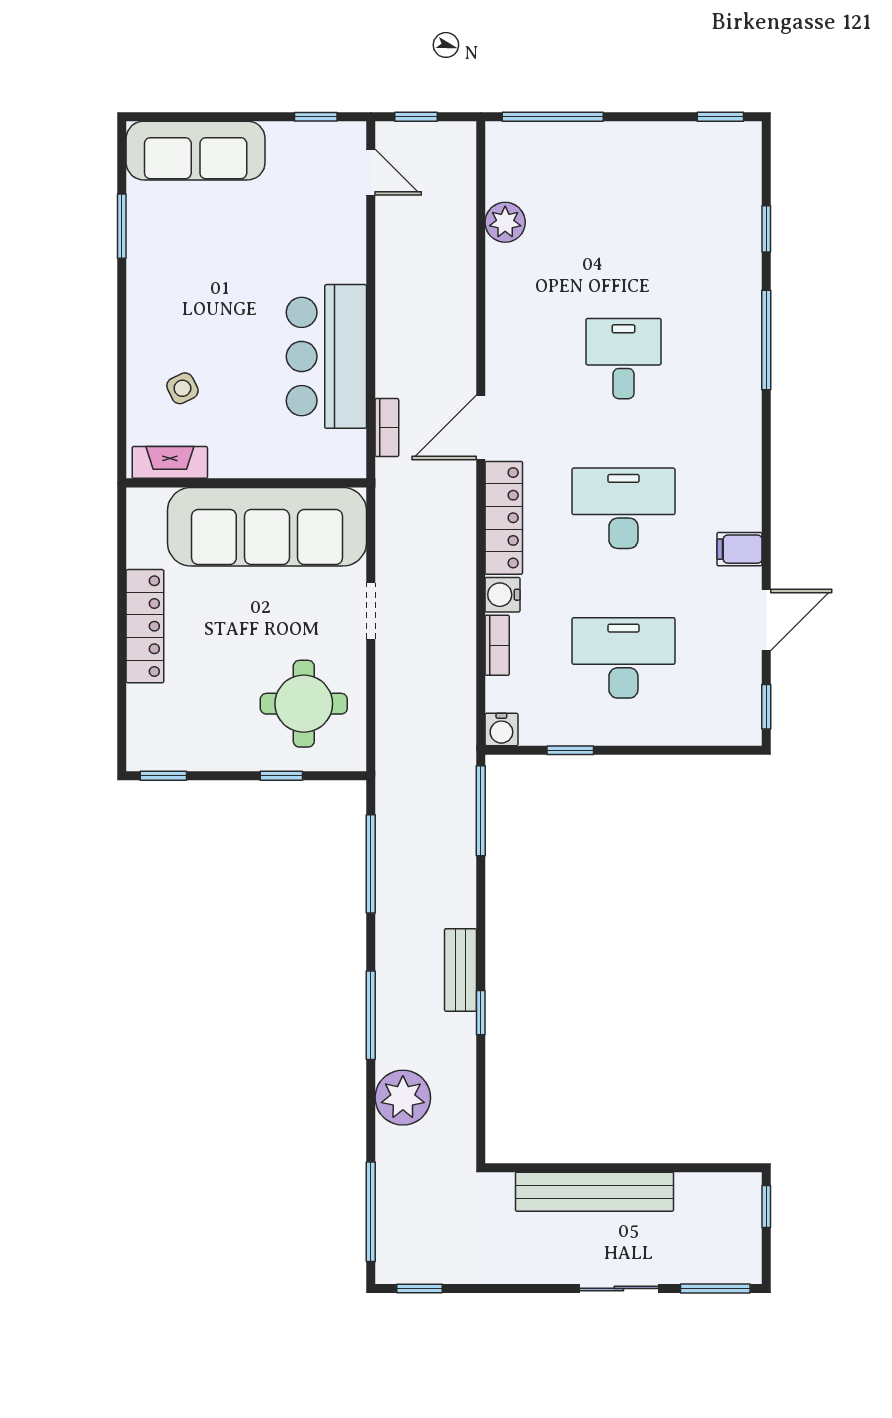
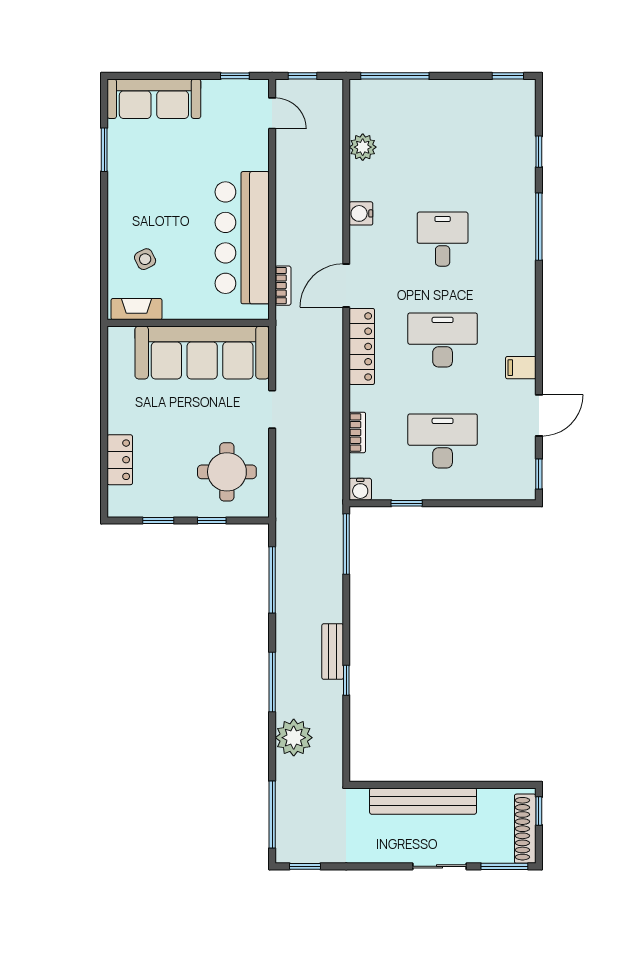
bar counter: (326, 356) -> (242, 238), width x1.36
water cooler: (502, 595) -> (361, 213), moved
locker: (145, 626) -> (120, 460), moved, width x0.66
window: (163, 776) -> (158, 521), moved
shoe rack: (746, 1233) -> (525, 829), added

